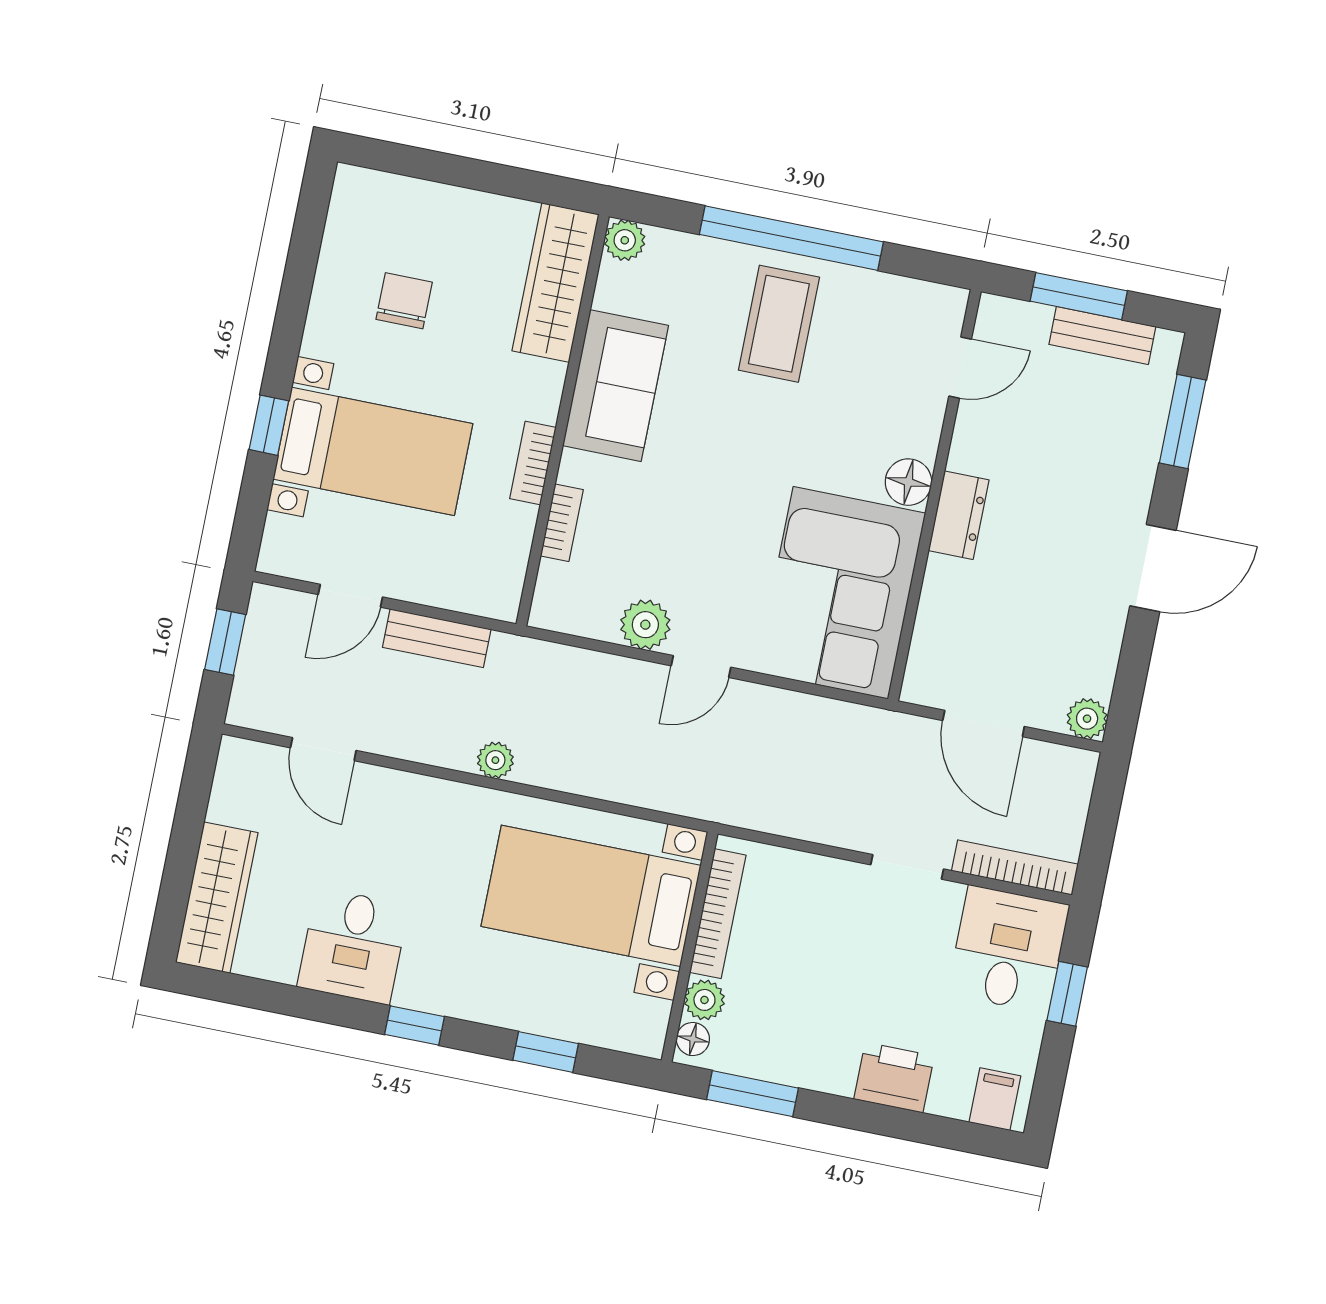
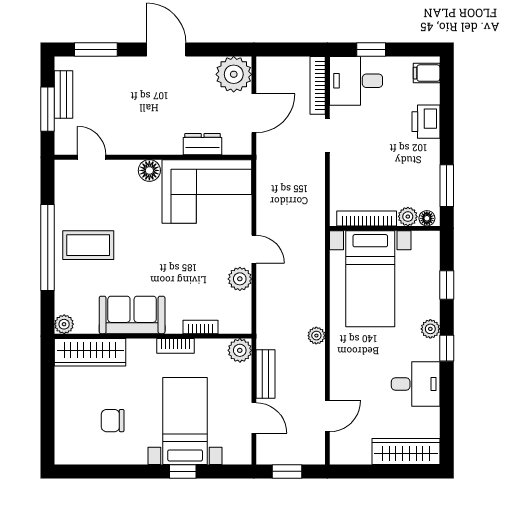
dresser: (959, 515) -> (203, 144), moved
plant: (497, 595) -> (240, 350), added
plant: (1087, 719) -> (234, 74), width x1.87, depth x1.87
plant: (461, 1000) -> (430, 329), added

